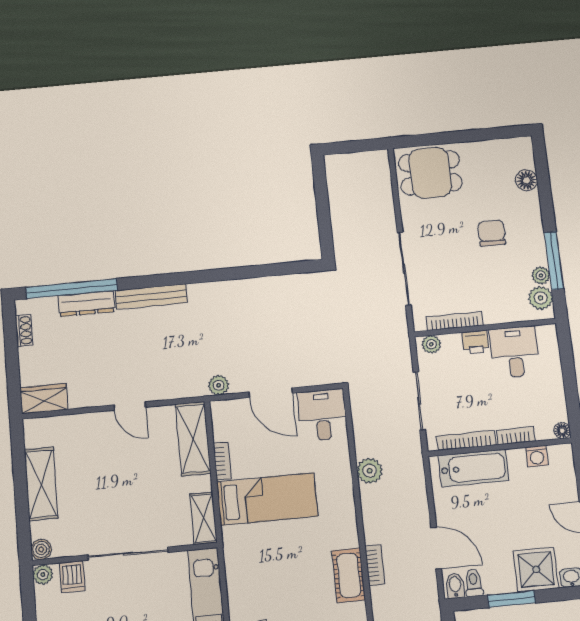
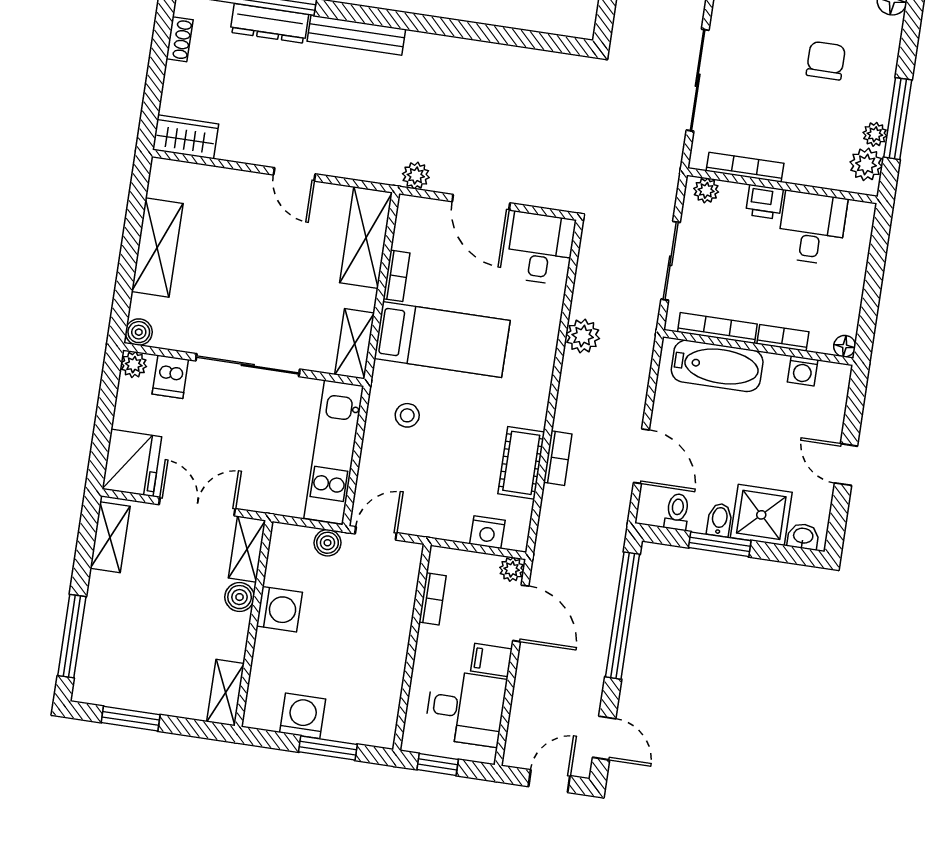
stool: (255, 561) -> (407, 415), added
bidet: (455, 586) -> (719, 520), moved

